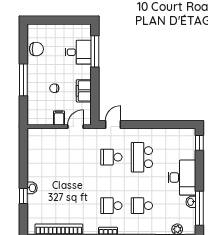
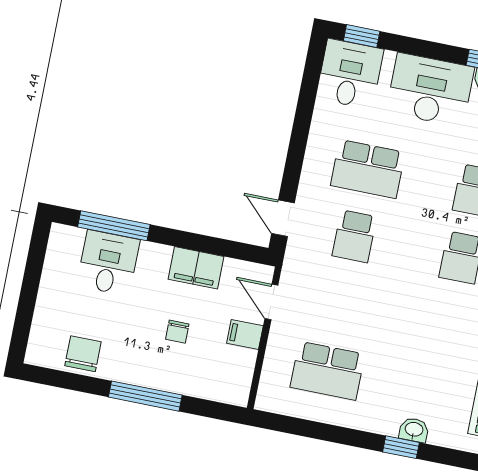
desk: (182, 141) -> (350, 74), added
school desk: (50, 157) -> (327, 371), added
washbasin: (32, 188) -> (414, 430), moved

